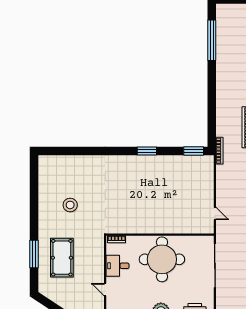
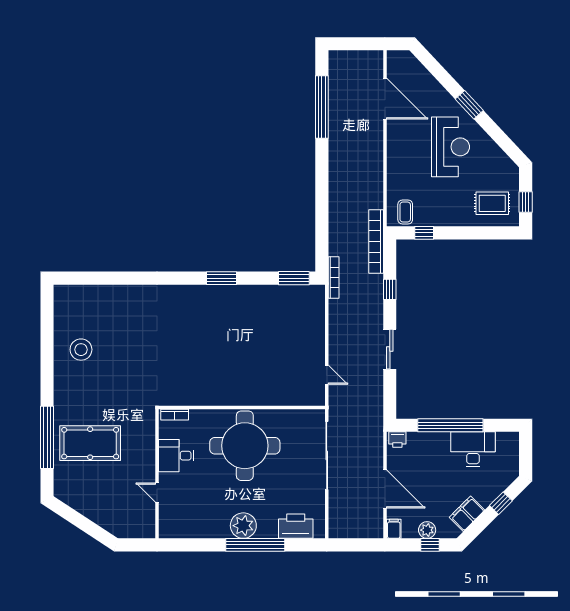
stool: (70, 205) -> (81, 350), moved
window: (34, 254) -> (47, 437), width x1.46
pool table: (62, 258) -> (90, 443), turned 90

